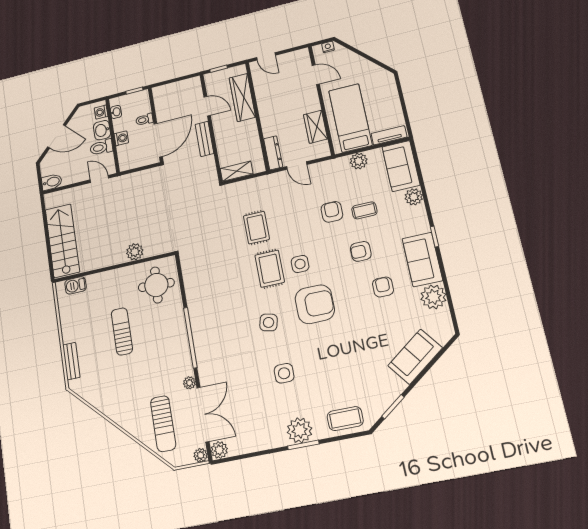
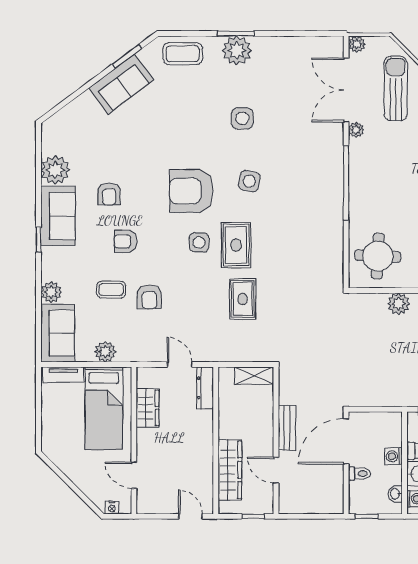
armchair: (361, 251) -> (126, 241), turned 180
sofa: (415, 357) -> (121, 84), moved
plant: (219, 450) -> (334, 46), removed

